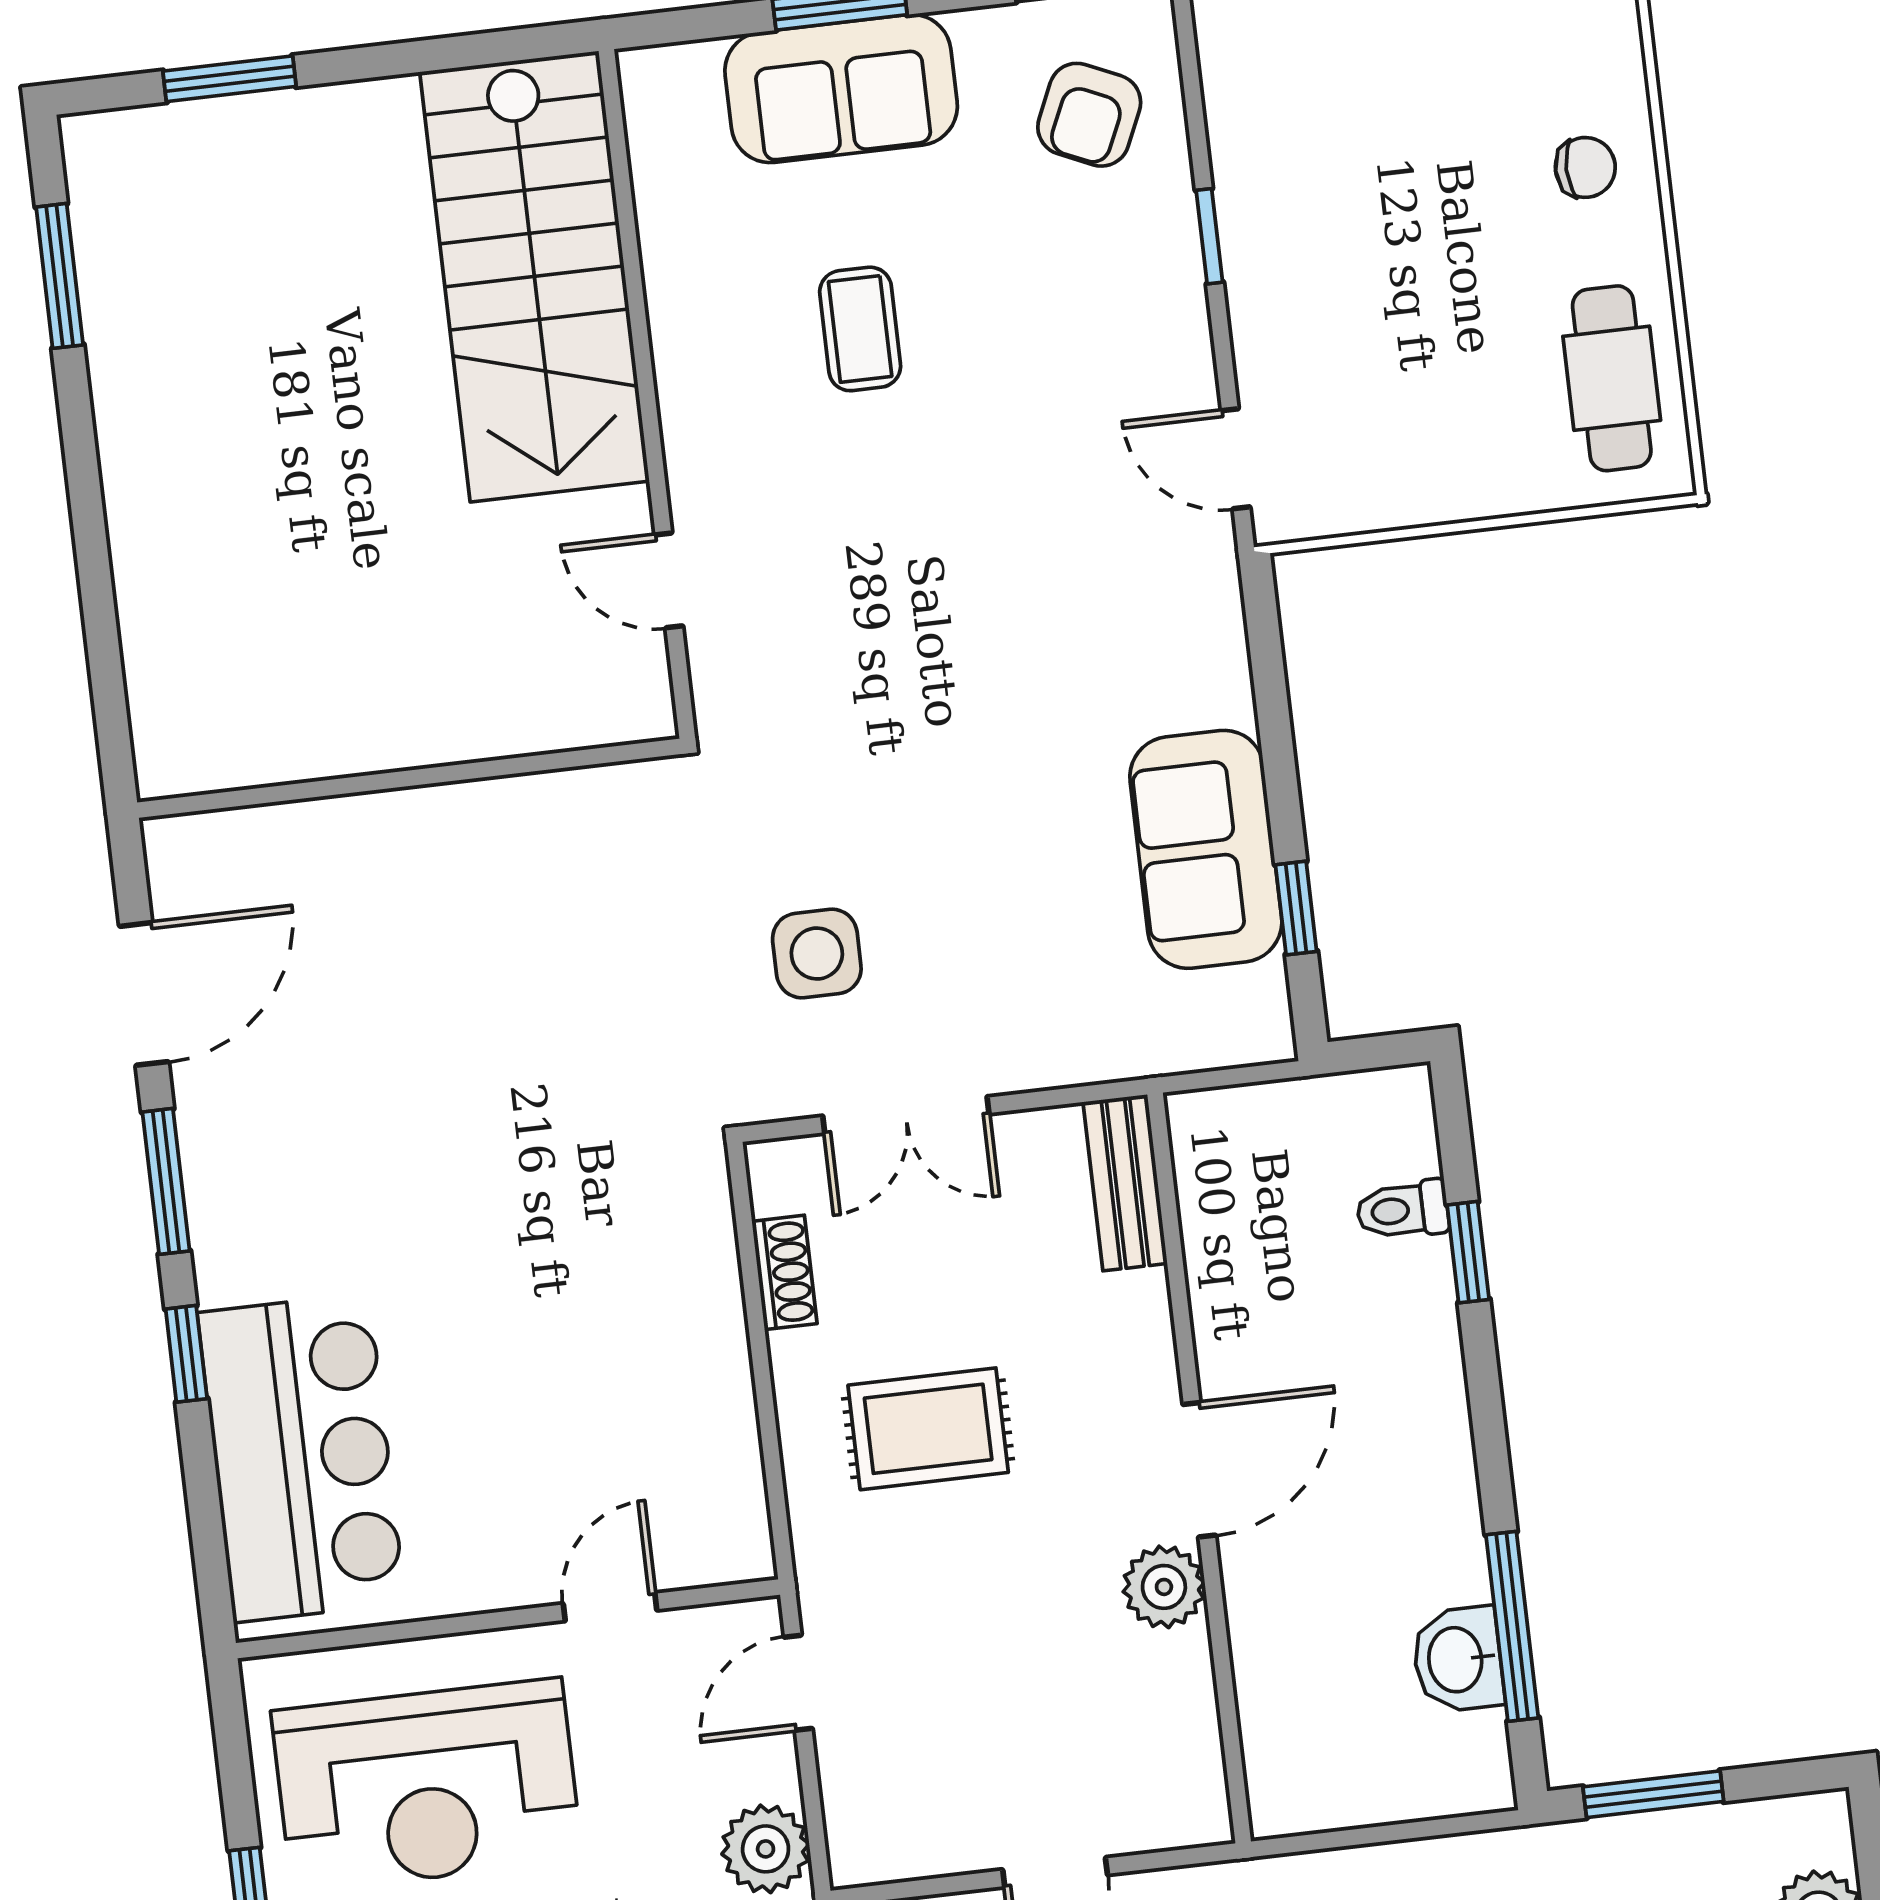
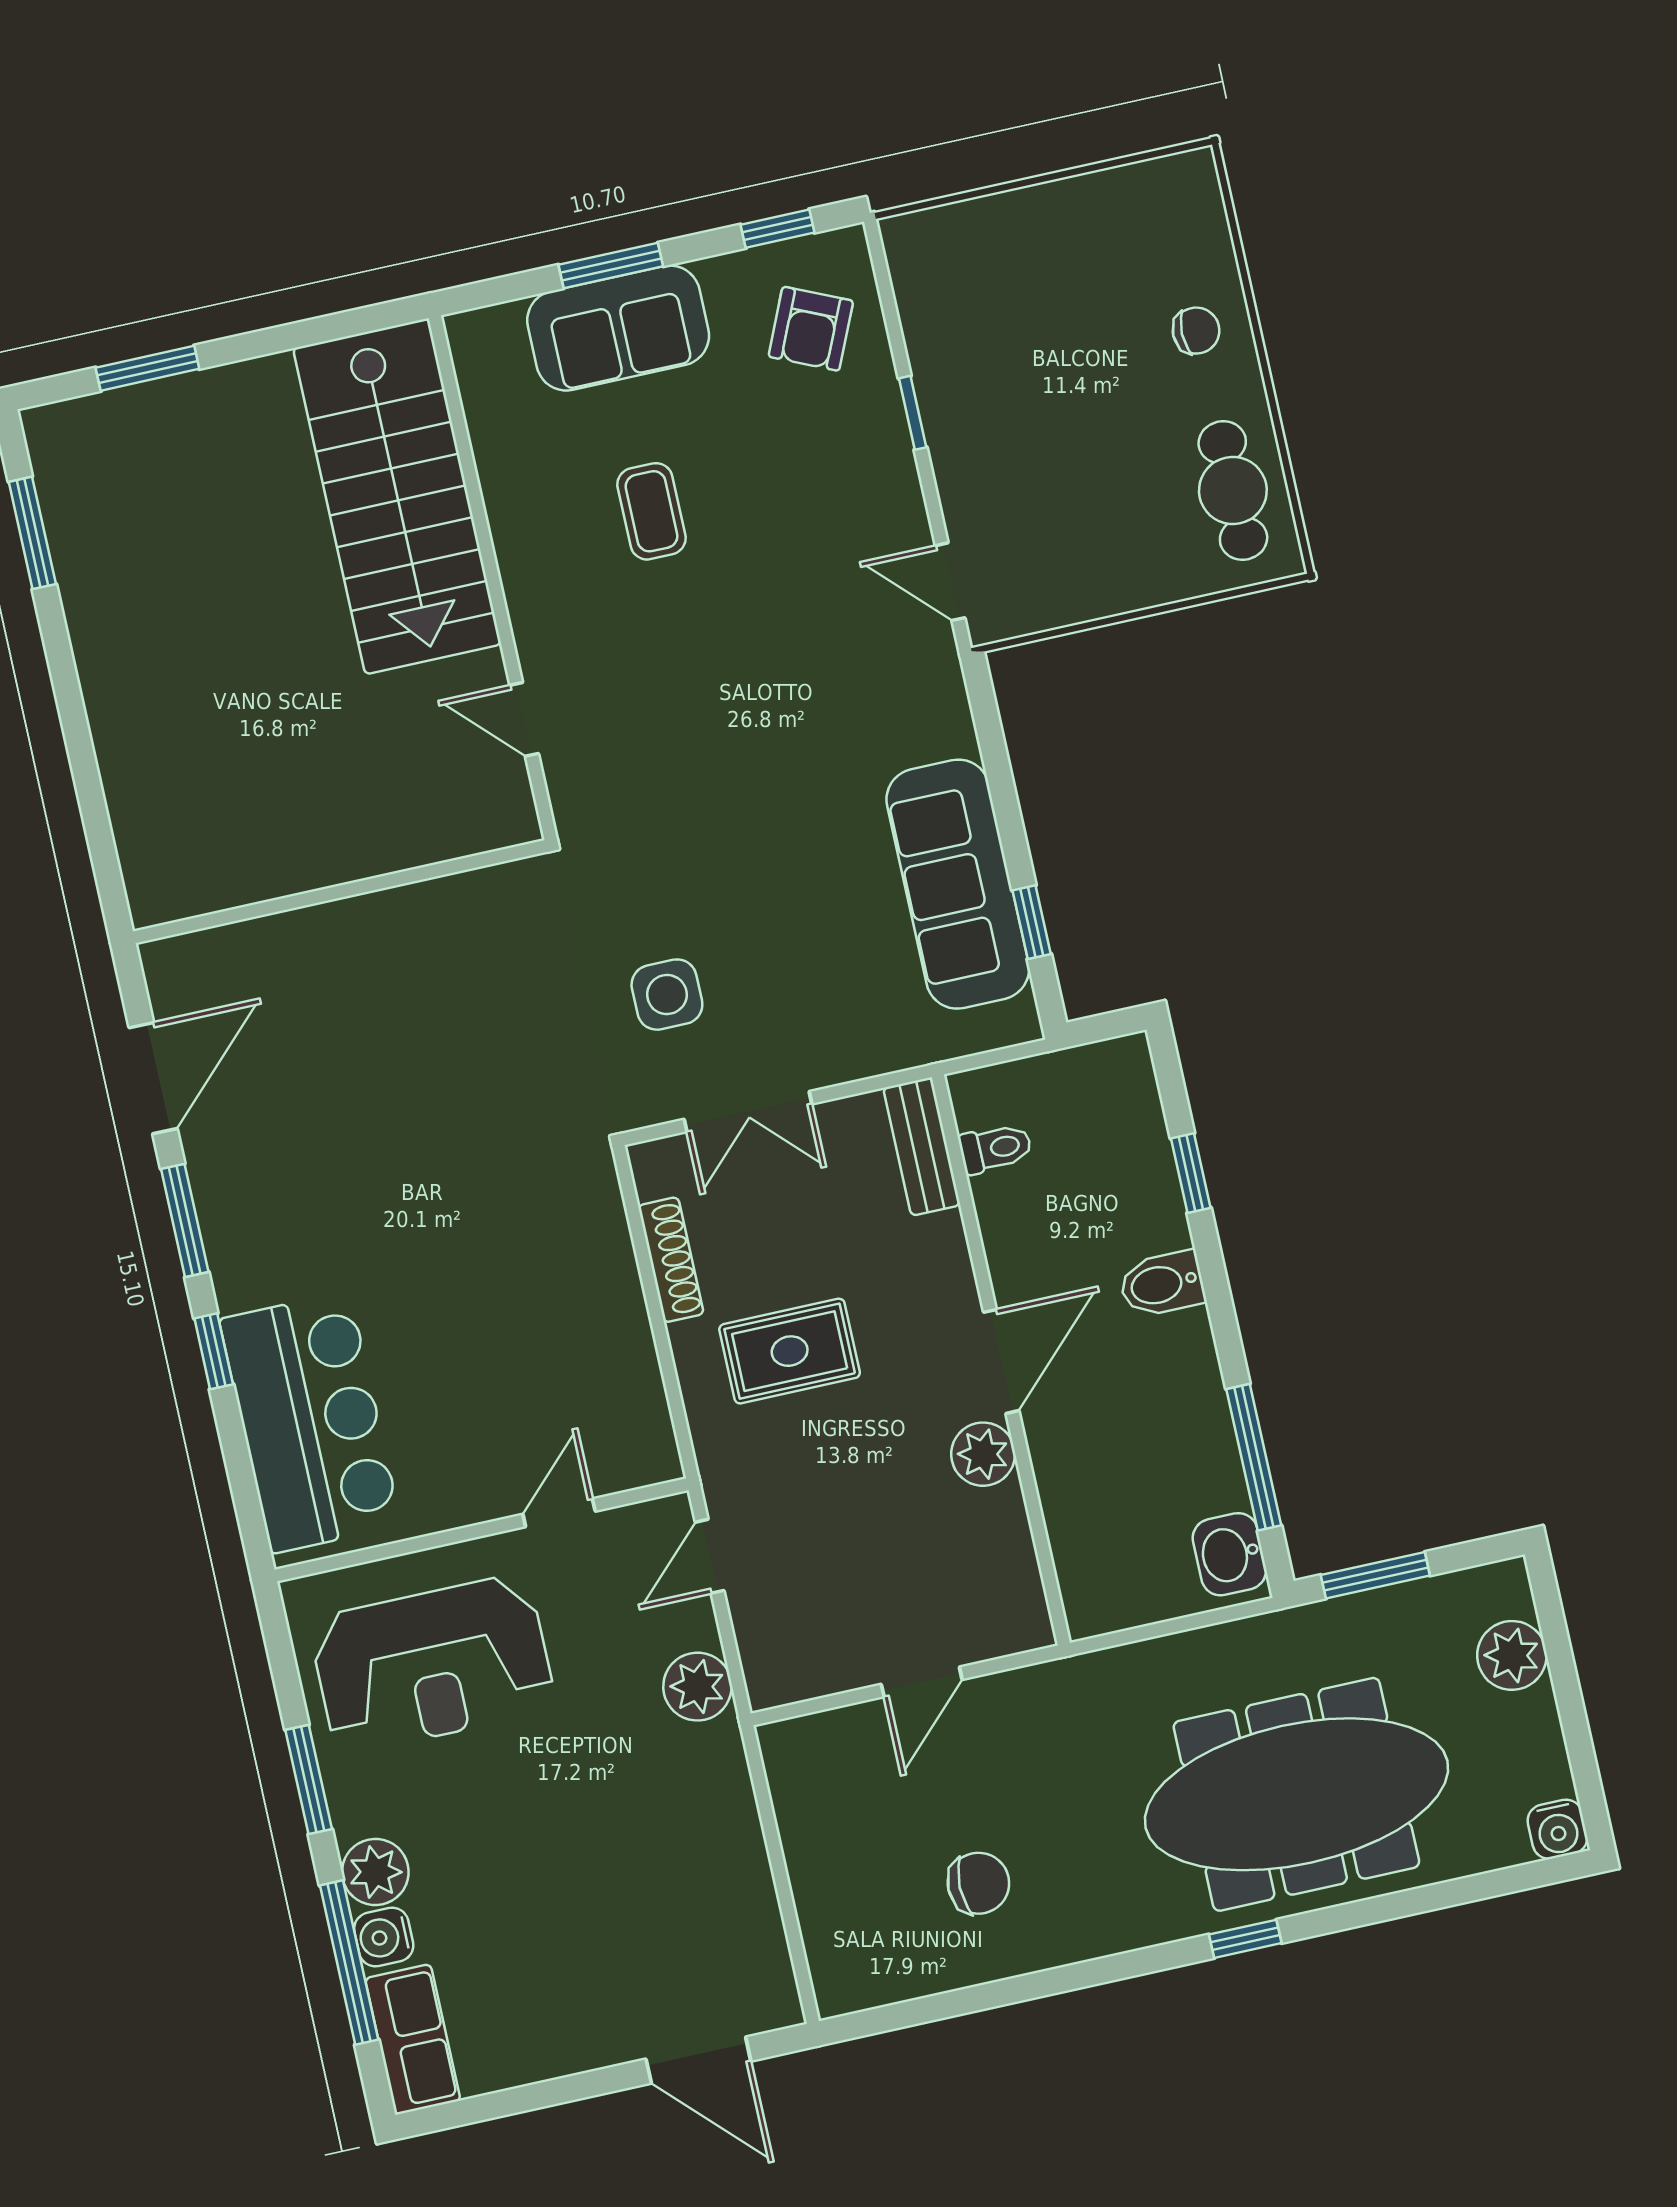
sofa: (1206, 849) -> (958, 884), width x1.36
toilet: (1403, 1210) -> (995, 1148), moved, turned 180
shoe rack: (784, 1272) -> (671, 1260), width x1.43
bidet: (1417, 1391) -> (1162, 1284), added
washbasin: (1458, 1659) -> (1229, 1554), moved

